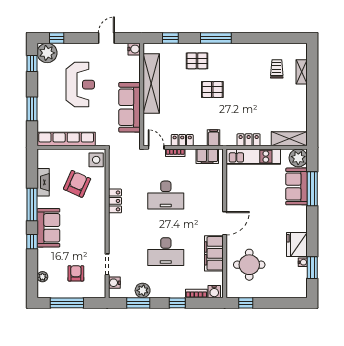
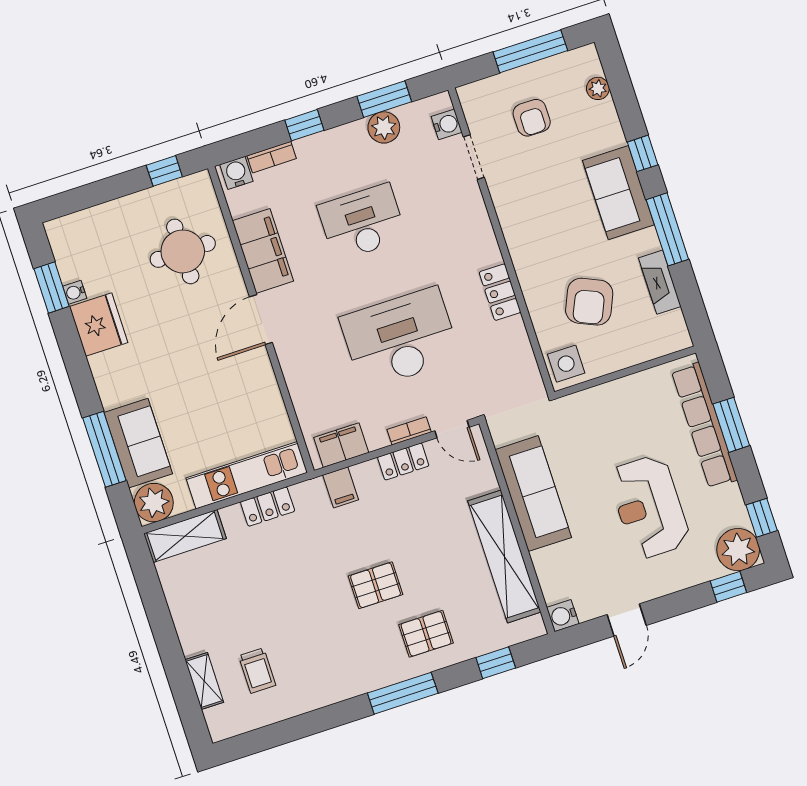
row of seats: (66, 139) -> (704, 425), moved, turned 90
desk: (166, 195) -> (400, 338), width x1.36, depth x1.30

